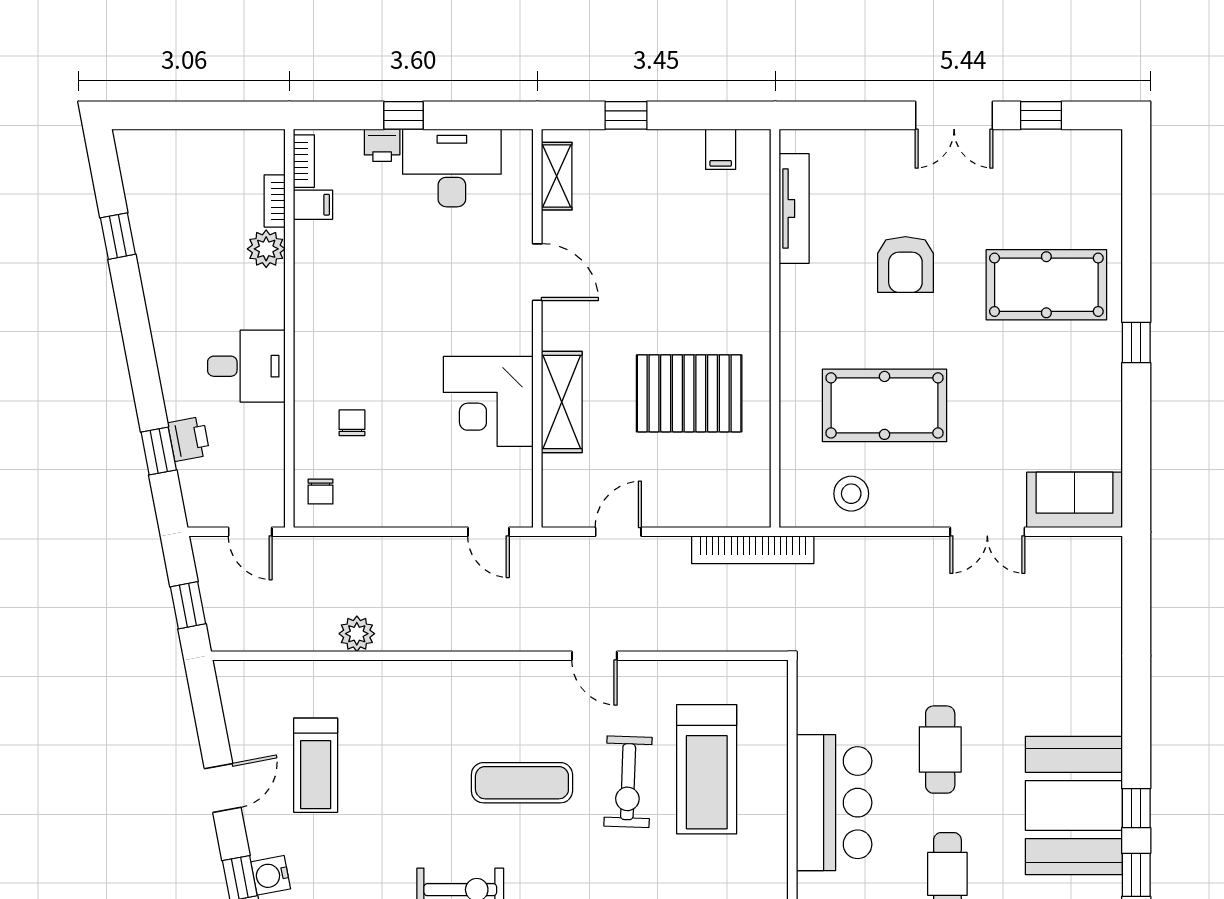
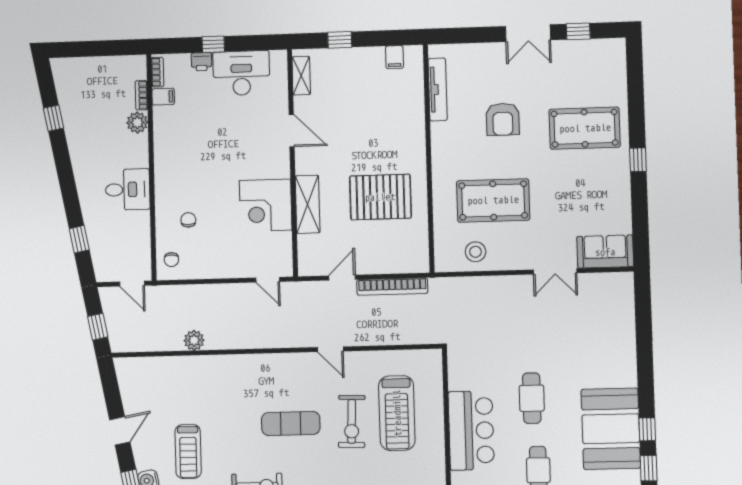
printer: (189, 439) -> (96, 232), removed
bookcase: (753, 550) -> (392, 286), moved
treadmill: (316, 765) -> (188, 451), moved

